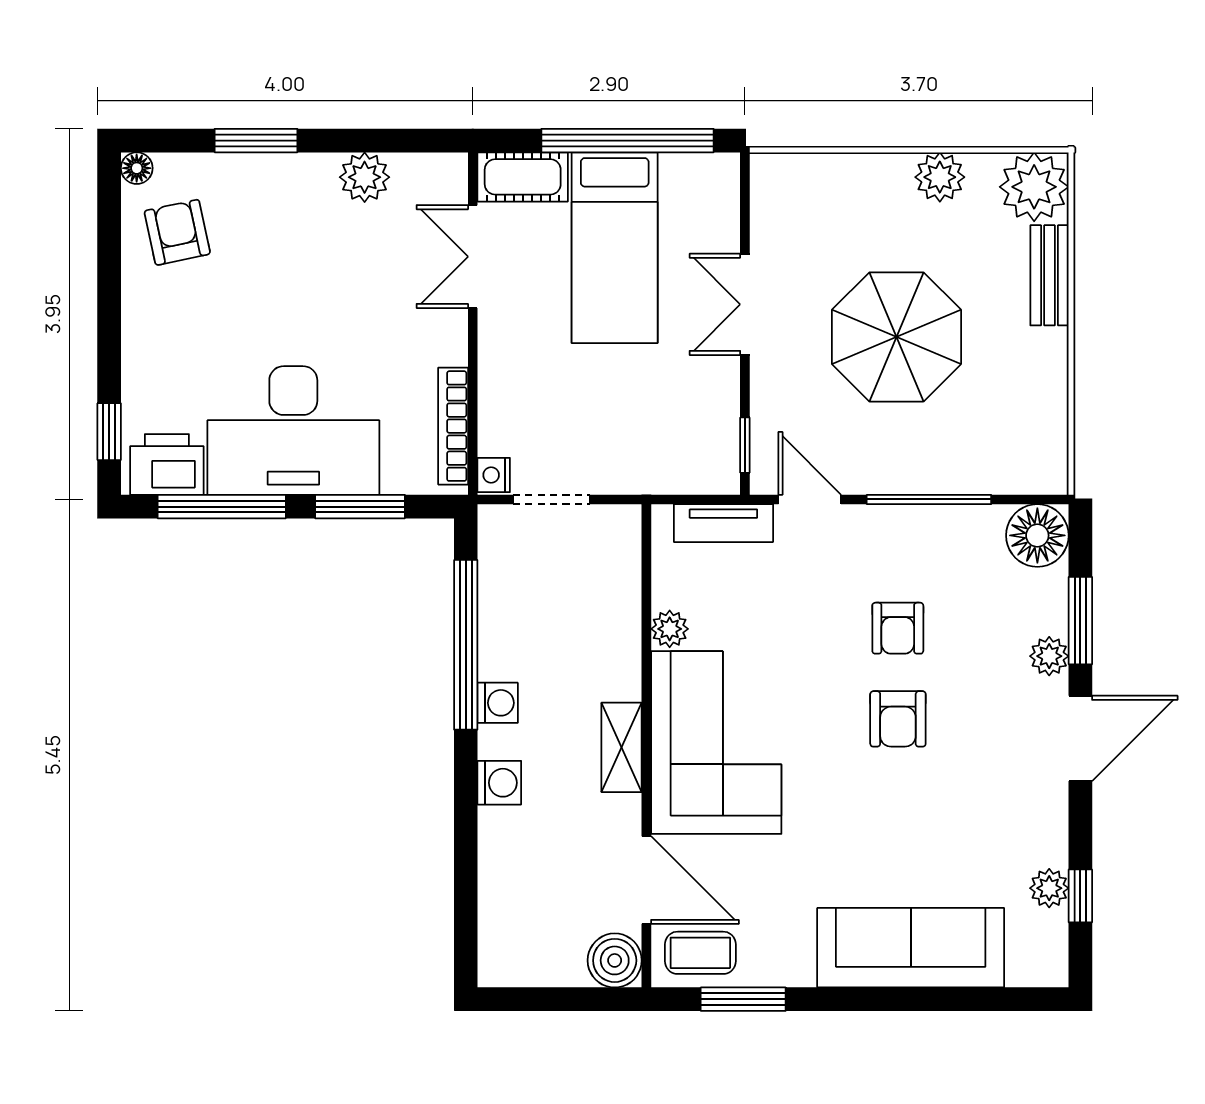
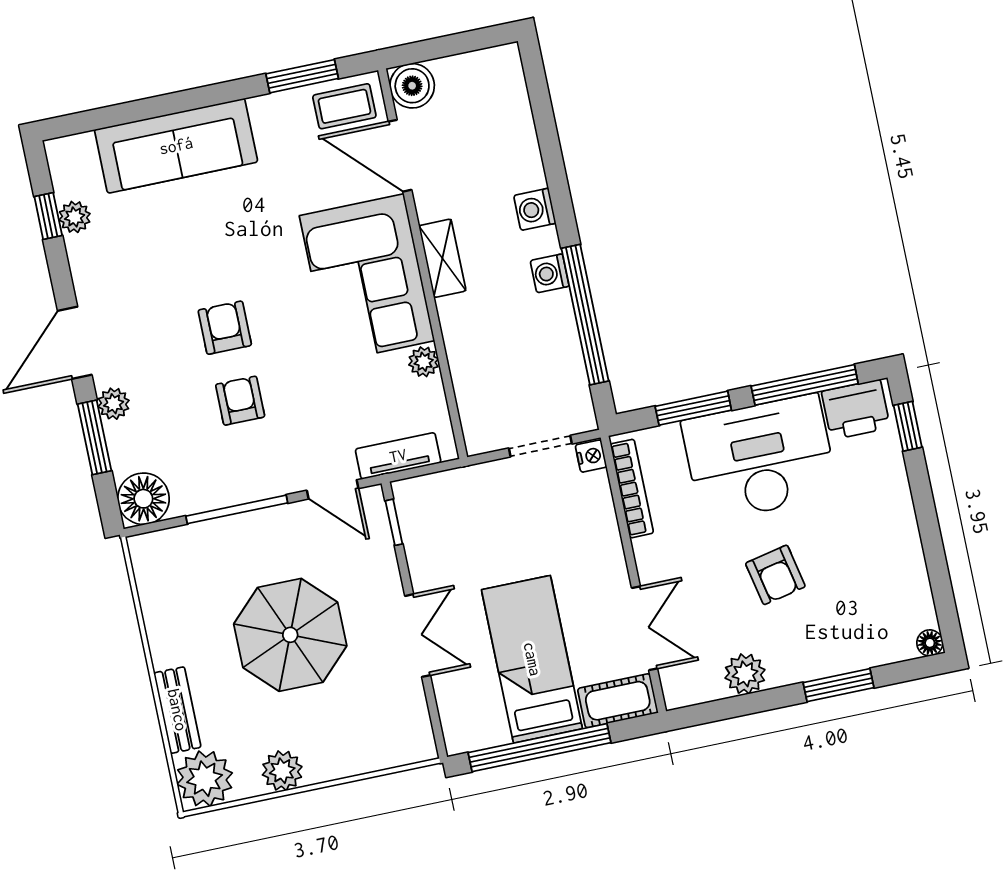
armchair: (177, 232) -> (775, 575), moved

